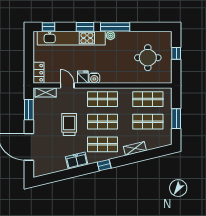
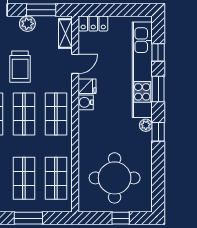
window: (48, 27) -> (158, 52), moved
window: (115, 27) -> (158, 132), width x0.46
round table: (148, 58) -> (115, 178), width x1.36, depth x1.36
plant: (39, 119) -> (27, 24), added
trolley: (69, 124) -> (20, 67), turned 90

